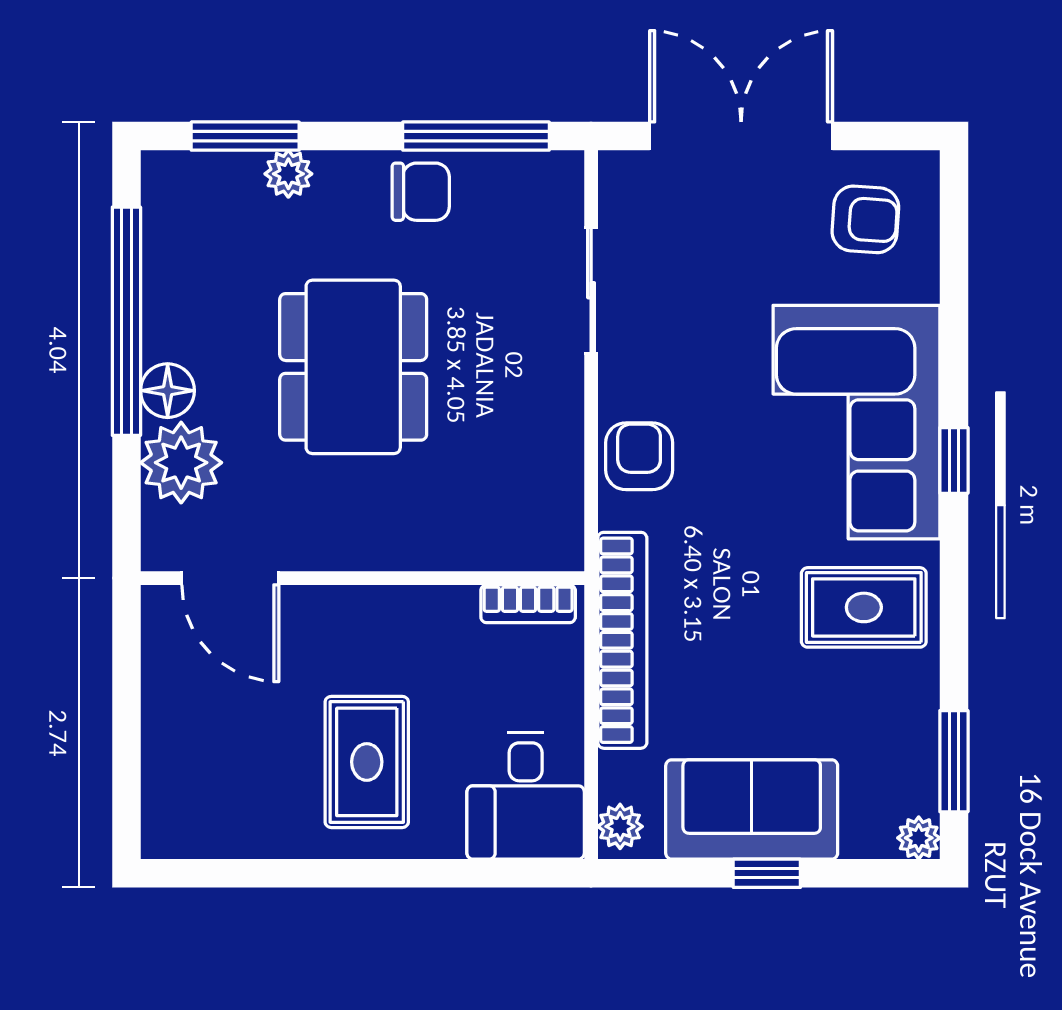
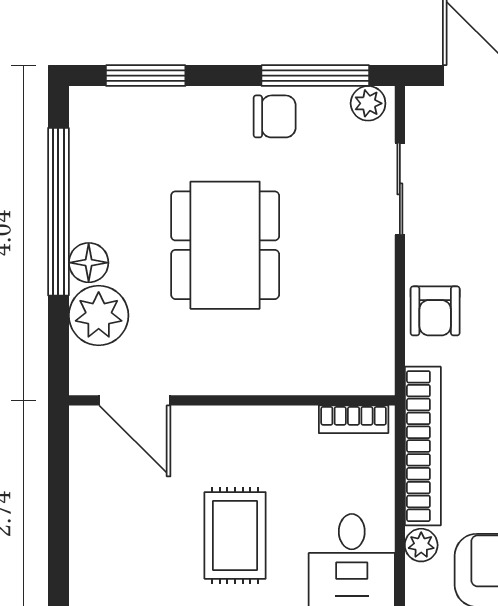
plant: (288, 174) -> (368, 103), moved
armchair: (639, 456) -> (435, 311), turned 180
plant: (620, 826) -> (421, 545), moved

